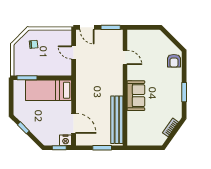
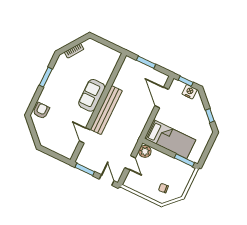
plant: (65, 69) -> (145, 151), added
bench: (117, 120) -> (106, 110), moved
nightstand: (66, 140) -> (190, 92), moved

